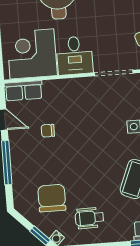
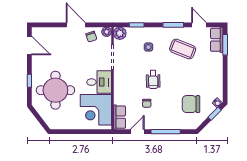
wheelchair: (89, 218) -> (153, 79), moved

